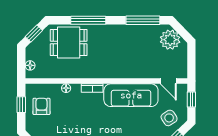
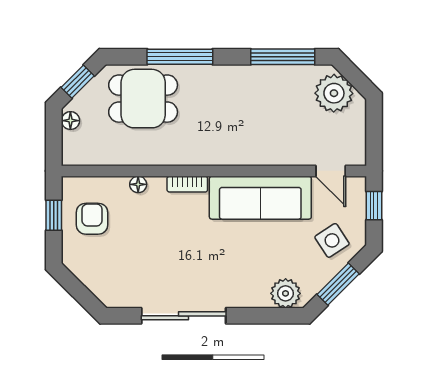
floor lamp: (30, 65) -> (70, 121), moved

